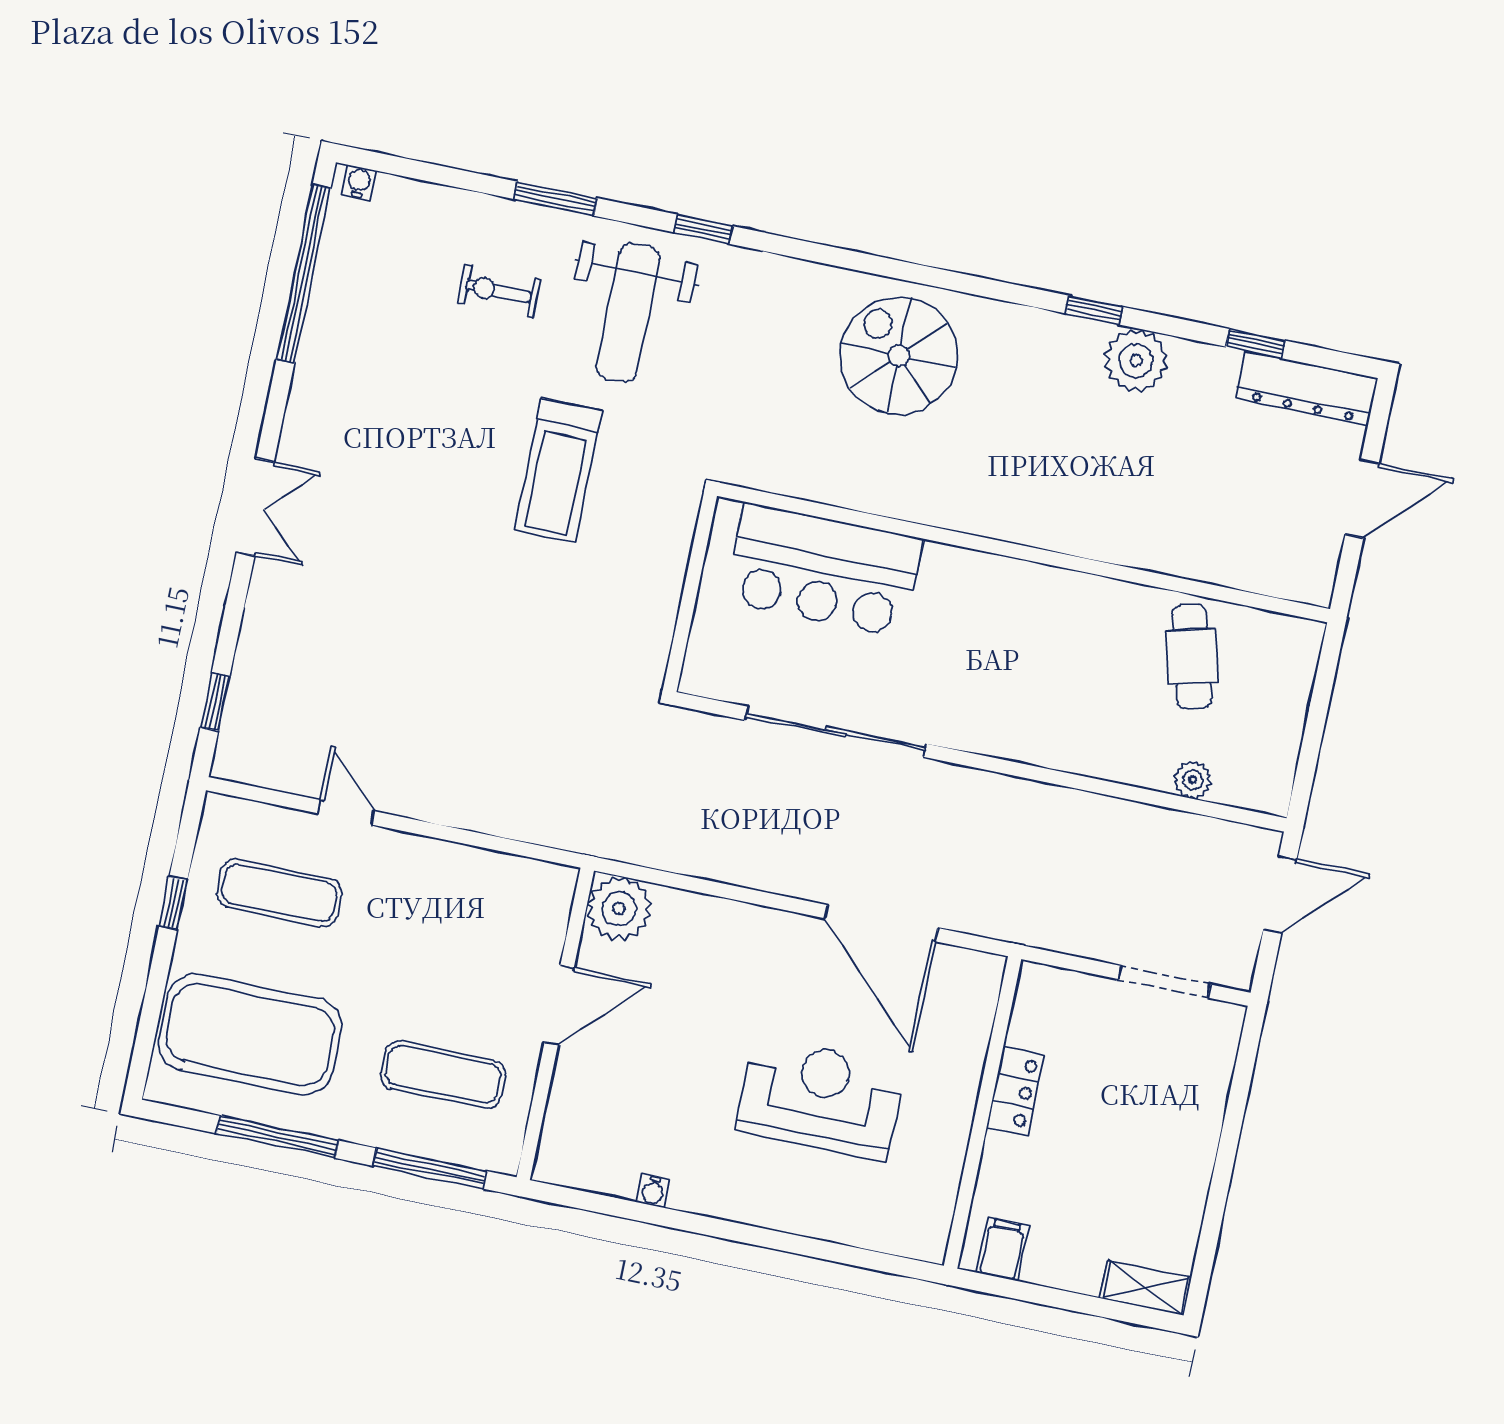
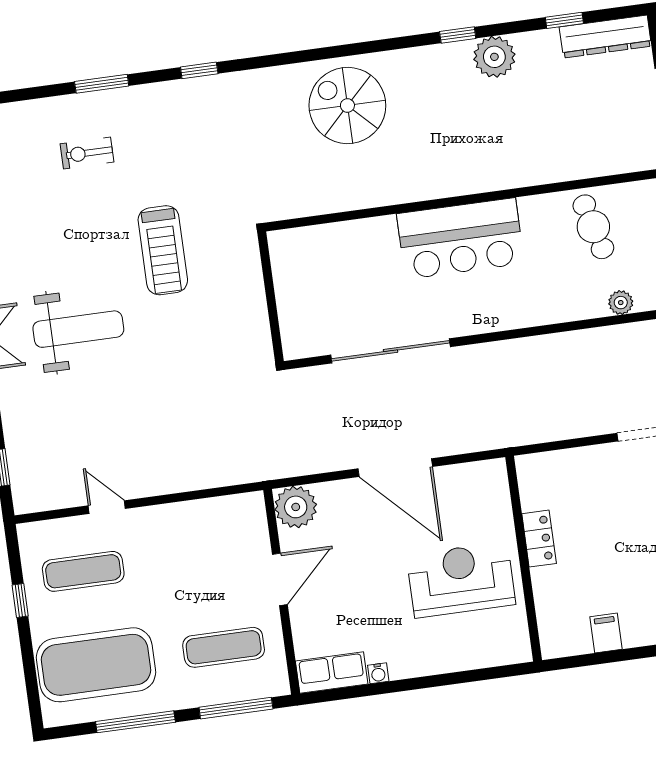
weight bench: (628, 313) -> (78, 329), moved, turned -90
bar counter: (824, 570) -> (460, 238), moved
door: (881, 923) -> (395, 468), moved
locker: (1015, 1091) -> (539, 539), moved
wall: (983, 1112) -> (524, 559), moved
row of seats: (586, 1166) -> (332, 673), added

